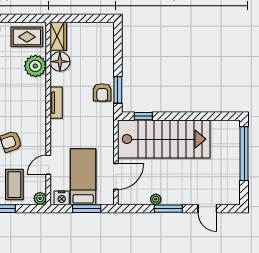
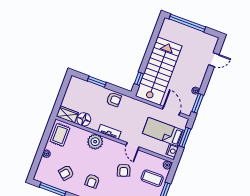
plant: (35, 66) -> (95, 142), moved
window: (118, 90) -> (97, 82), moved
door: (48, 165) -> (133, 146), moved
window: (168, 209) -> (198, 103), moved

